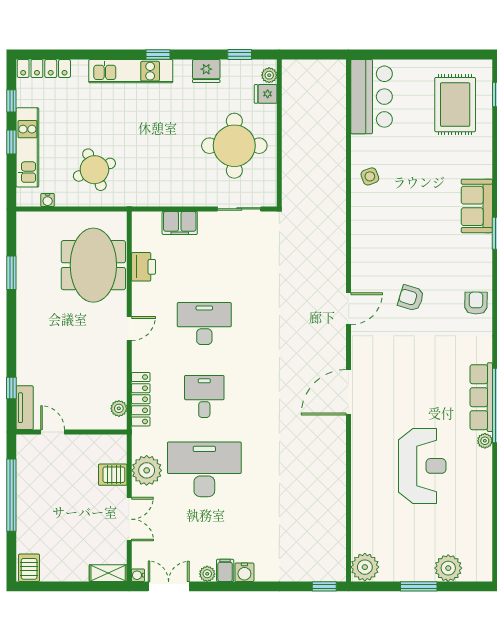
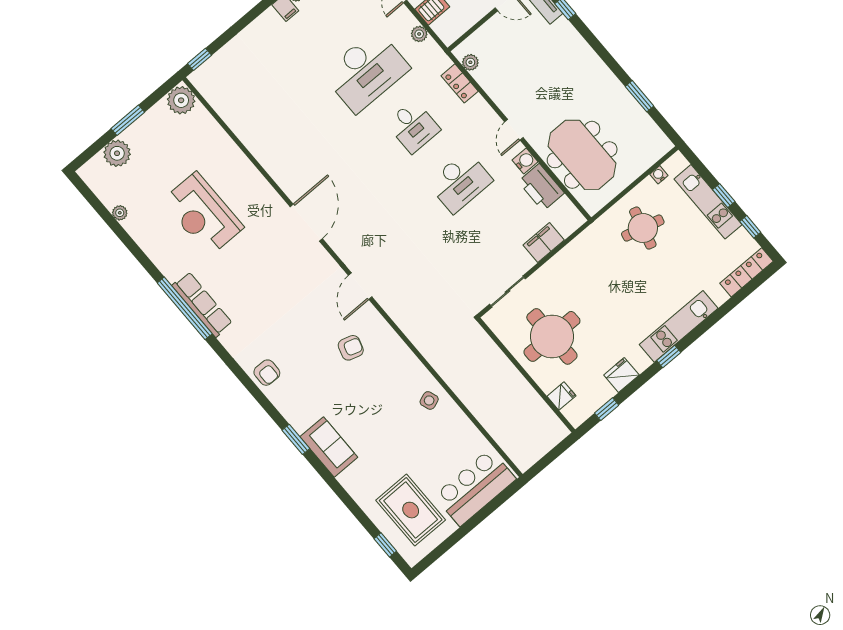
plant: (269, 75) -> (571, 413), removed
bar counter: (372, 97) -> (475, 487), moved, turned 90
round table: (94, 170) -> (643, 228), turned 37
printer: (143, 267) -> (541, 187), width x1.37, depth x1.19
armchair: (411, 298) -> (351, 348), moved
locker: (141, 399) -> (460, 83), width x0.66
plant: (485, 441) -> (120, 213), moved
plant: (147, 470) -> (419, 34), width x0.53, depth x0.53
water cooler: (244, 572) -> (525, 161), moved, turned 90

